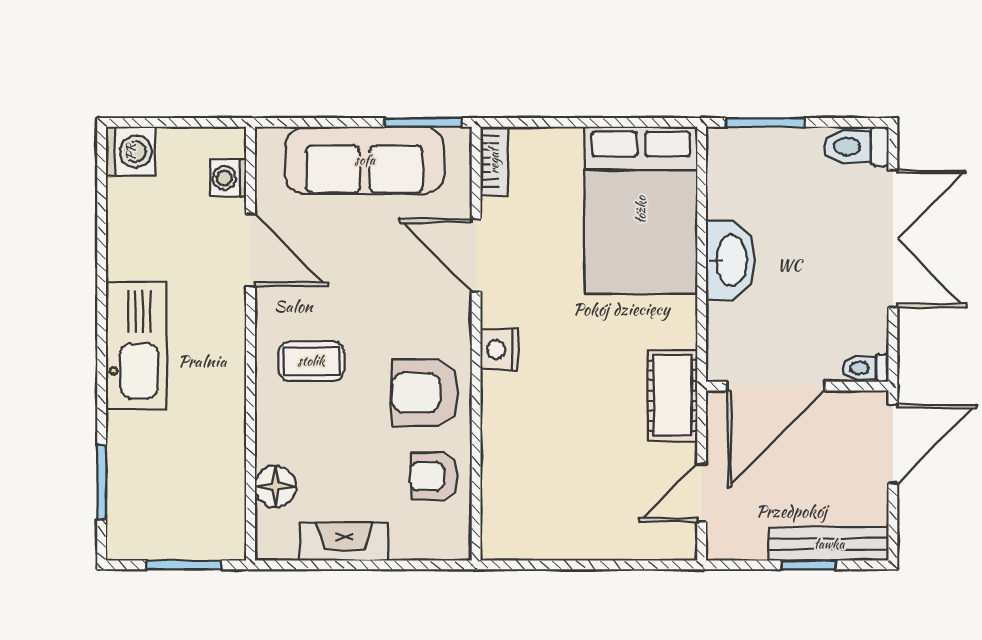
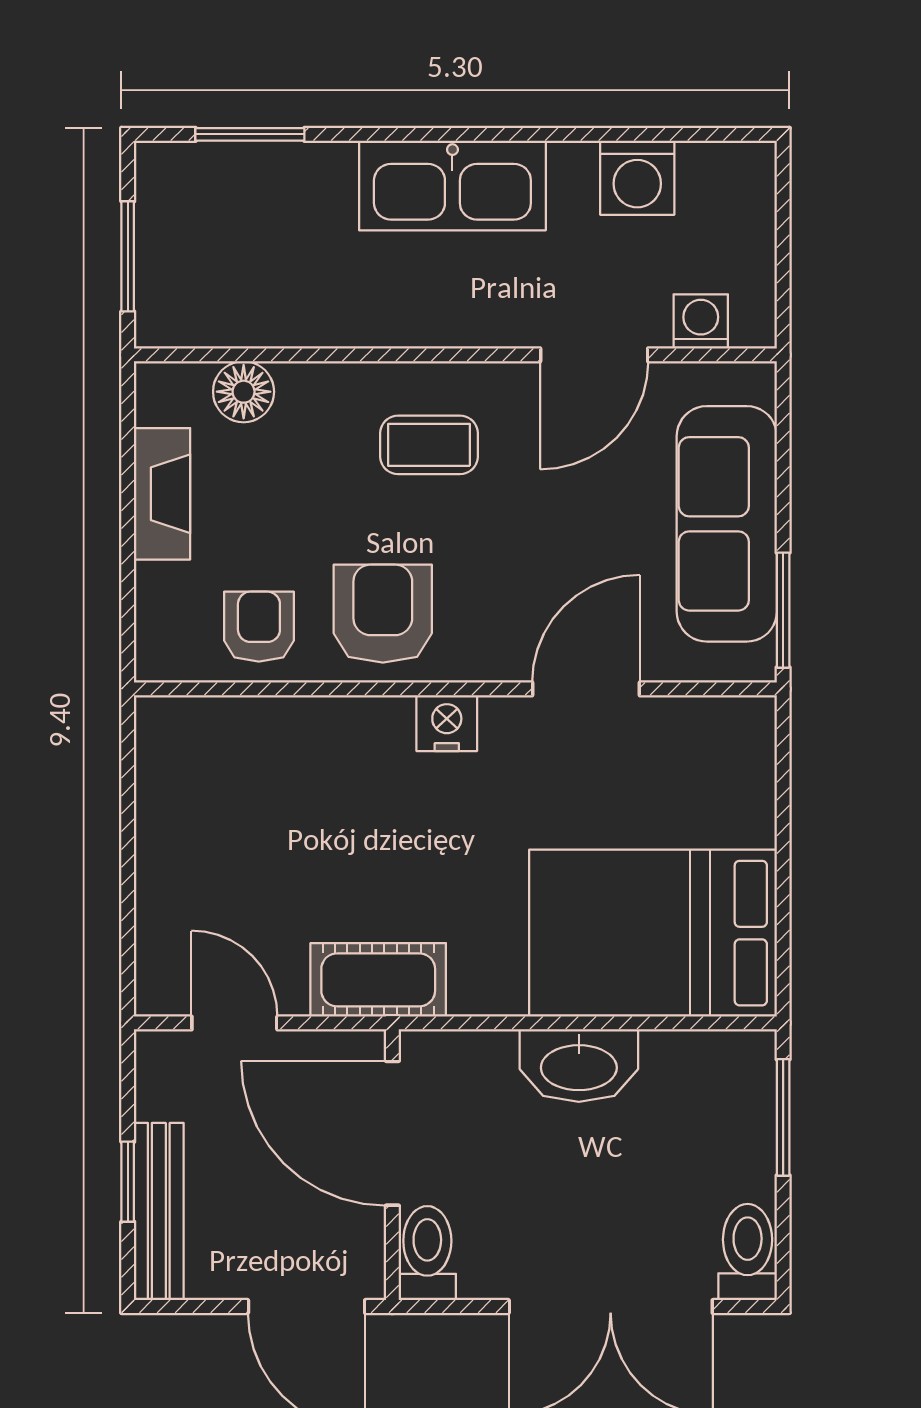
washing machine: (131, 152) -> (637, 178), moved
bookcase: (494, 161) -> (726, 716), removed
coffee table: (311, 361) -> (429, 445), turned 90
toilet: (866, 368) -> (427, 1253), width x1.37, depth x1.39

